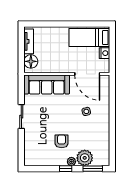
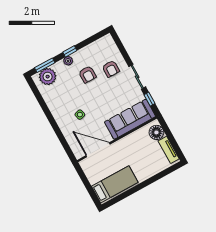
nightstand: (104, 53) -> (93, 178), removed
window: (21, 92) -> (150, 99), added
armchair: (39, 135) -> (111, 69), added
plant: (85, 158) -> (48, 77), moved

